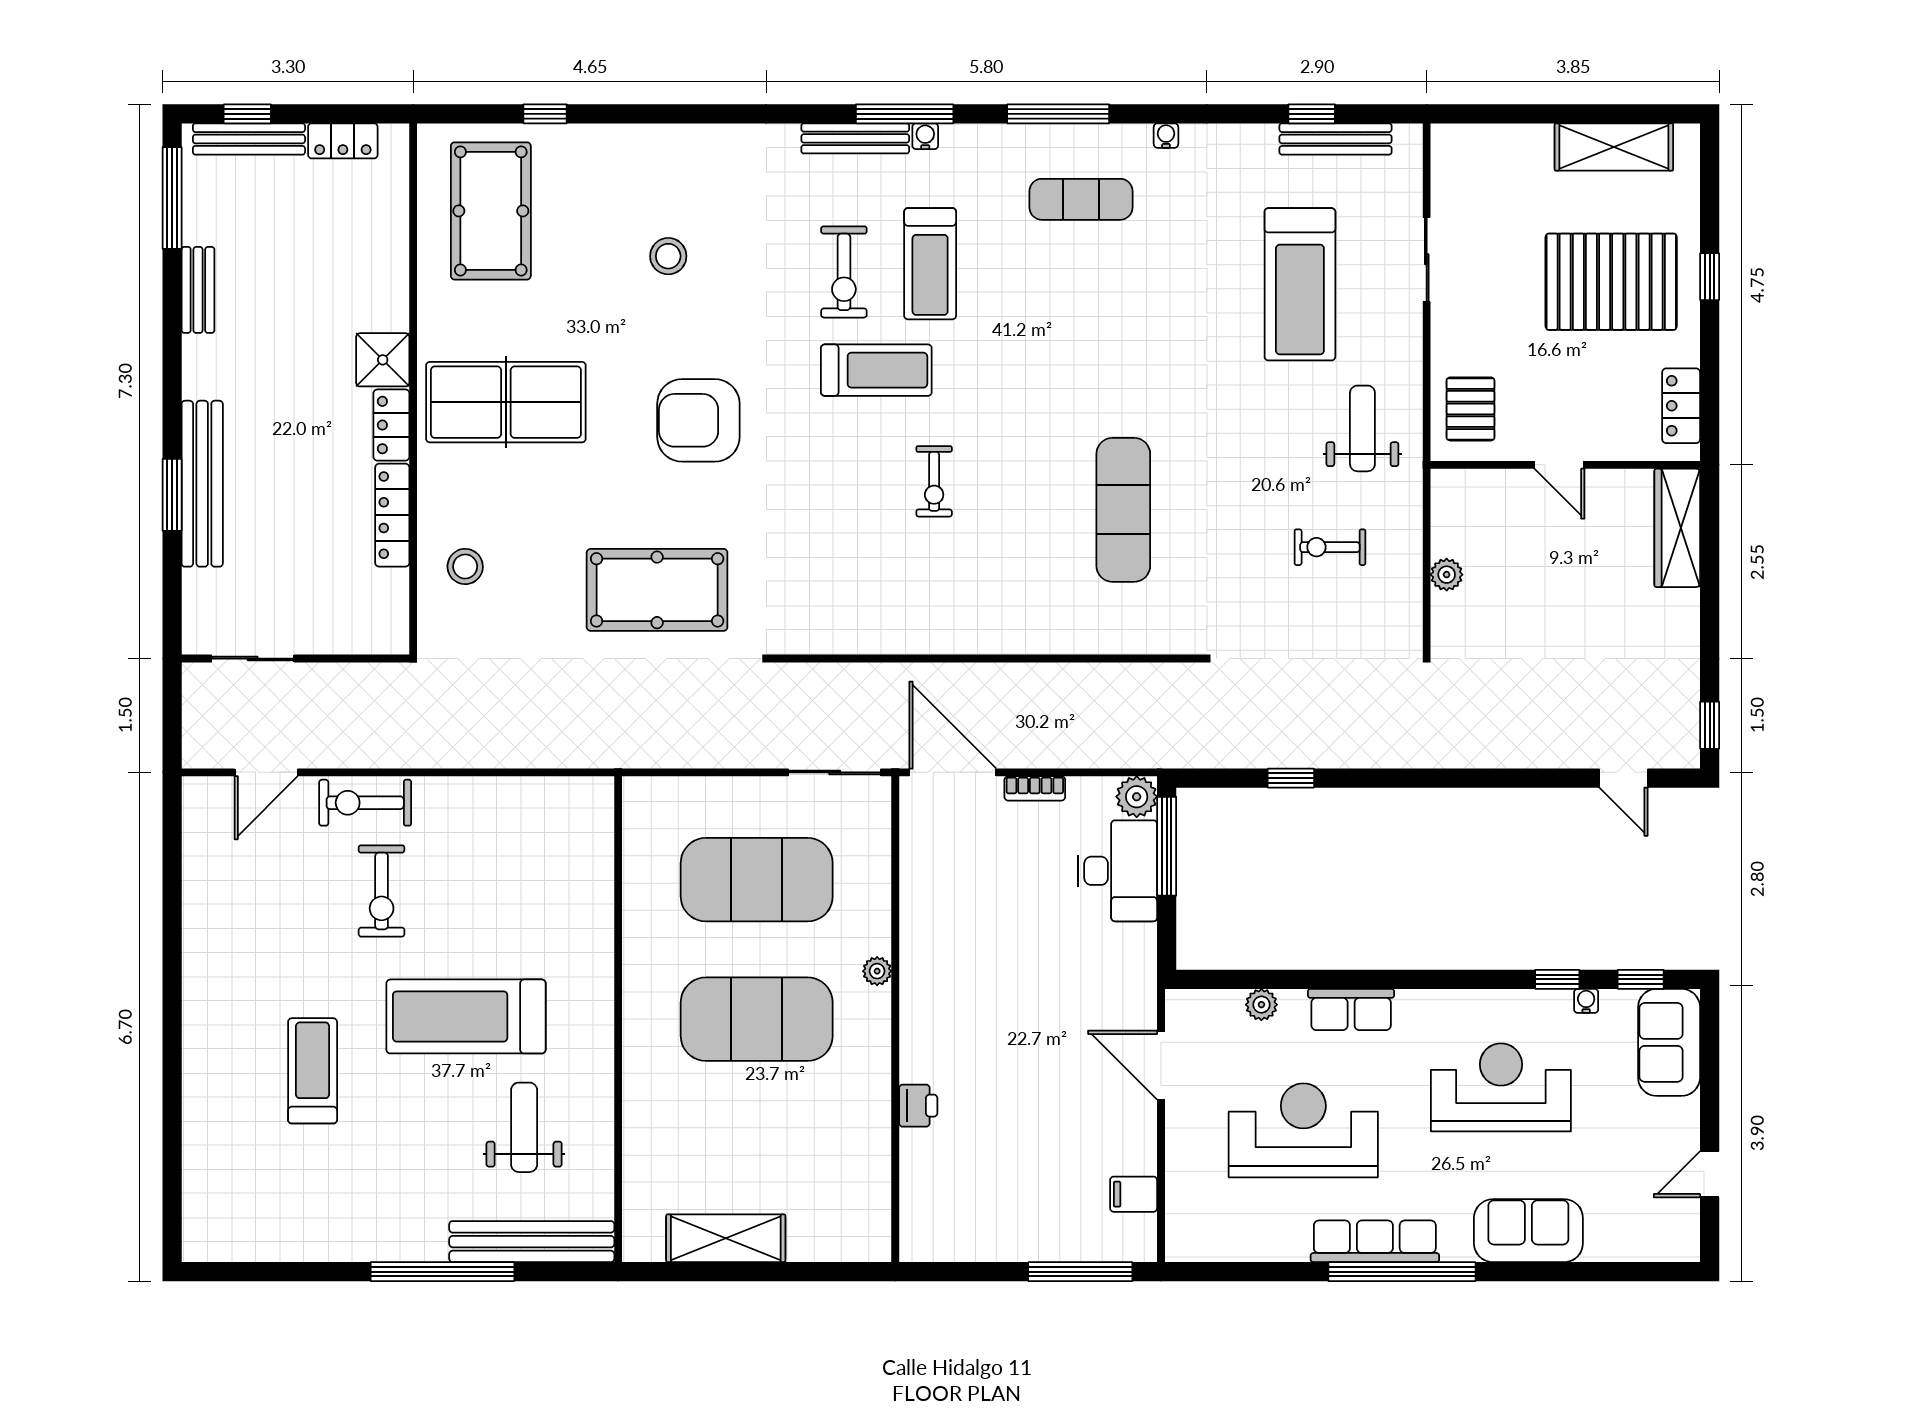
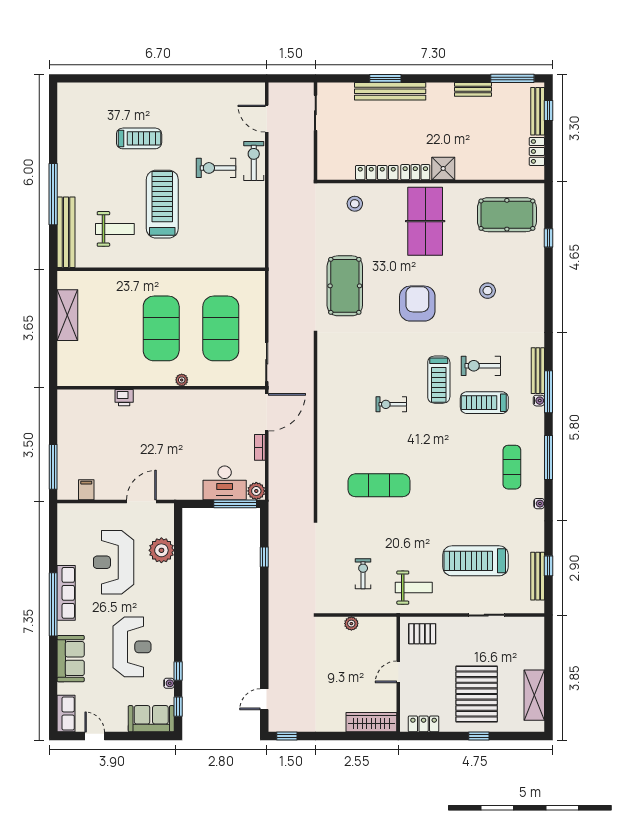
plant: (1261, 1005) -> (161, 550), width x1.88, depth x1.88
row of seats: (1351, 1009) -> (66, 714), moved, turned 180
reception desk: (1303, 1130) -> (114, 562), turned 180

